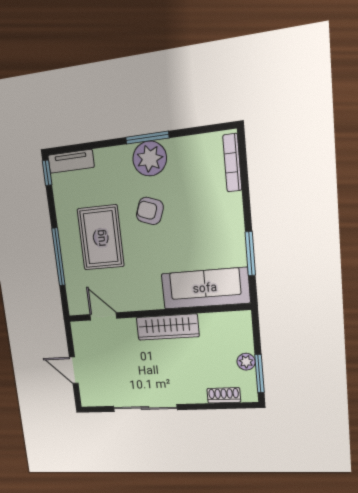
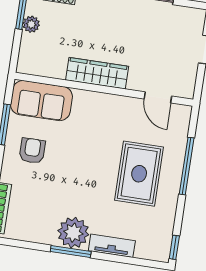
tv unit: (71, 161) -> (112, 246), moved
armchair: (150, 211) -> (32, 151), moved, turned -110
sofa: (205, 288) -> (41, 101), width x0.73

